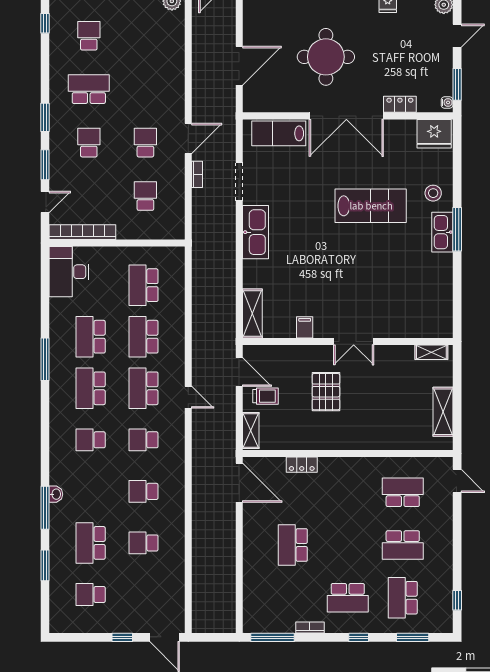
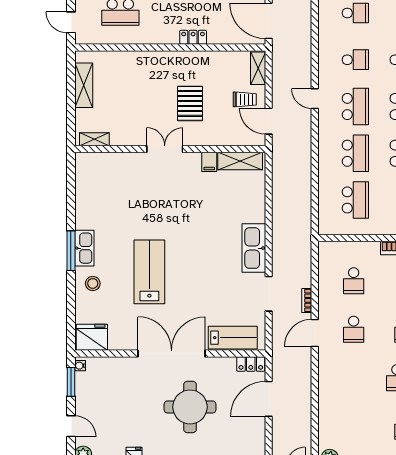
door: (457, 36) -> (71, 426), swing flipped
locker: (400, 104) -> (251, 364), moved
lab bench: (371, 206) -> (149, 272), turned 90
shelving: (252, 314) -> (240, 161), moved, turned 90
trolley: (266, 396) -> (245, 99), turned 180
locker: (302, 465) -> (193, 37), moved

